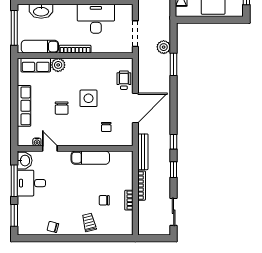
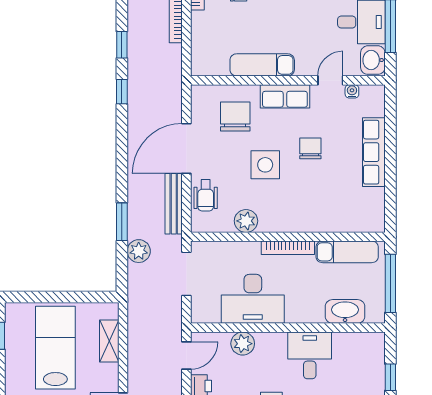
row of seats: (36, 65) -> (285, 96), moved, turned 180
plant: (58, 65) -> (246, 221), moved
chair: (106, 127) -> (235, 117), width x1.87, depth x1.87
door: (50, 148) -> (330, 80), swing flipped
bench: (143, 152) -> (174, 204), moved

